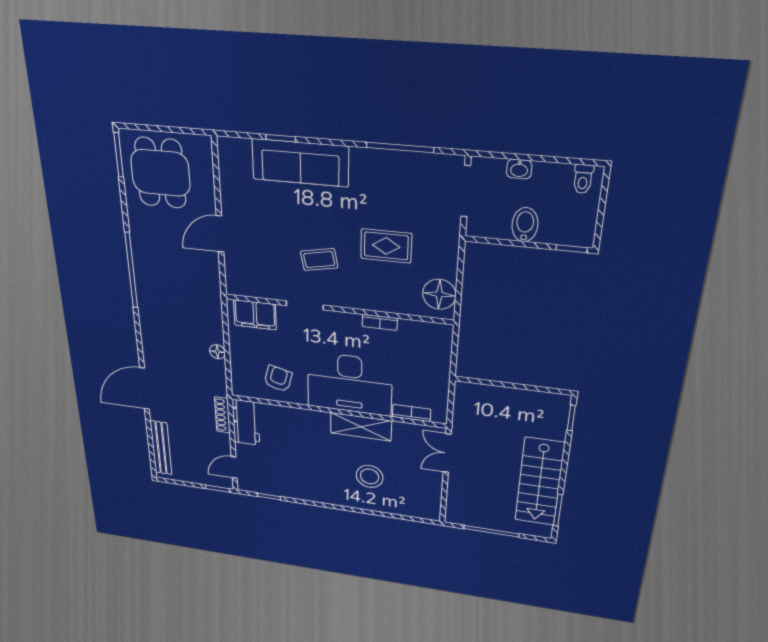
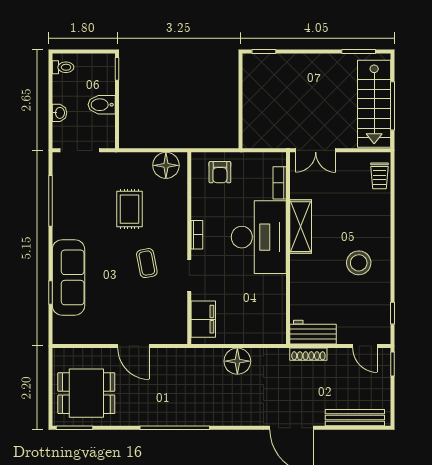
bookcase: (380, 322) -> (197, 235), moved
floor lamp: (217, 352) -> (237, 361), width x1.89, depth x1.89
armchair: (278, 379) -> (220, 172), moved, turned -105
stool: (370, 476) -> (359, 263), moved
stairs: (540, 482) -> (374, 104), moved, turned 90
trolley: (415, 508) -> (380, 176), added

